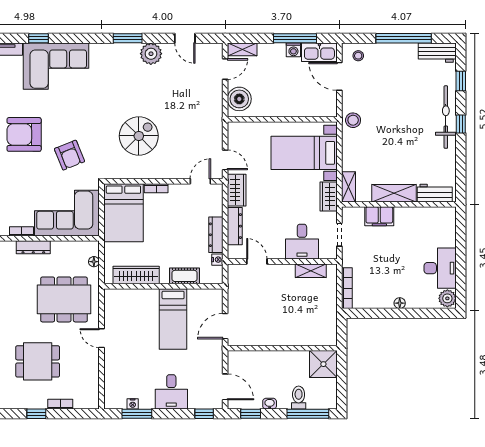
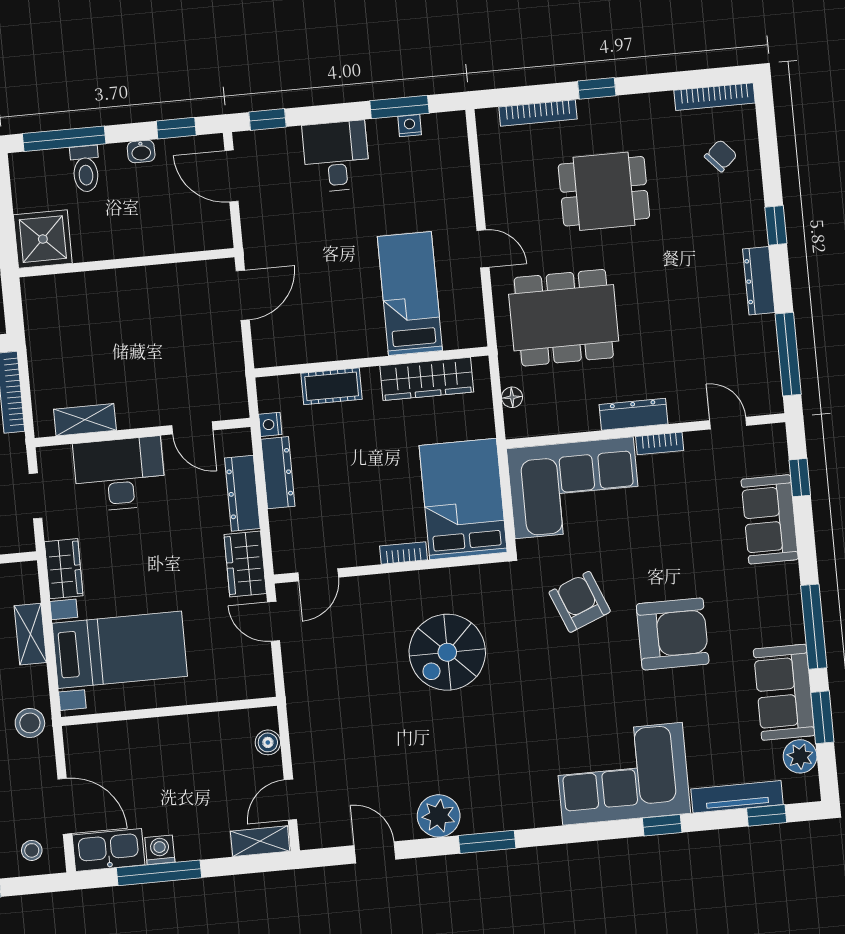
boiler: (239, 99) -> (268, 742), width x0.54, depth x0.54
shelving: (349, 187) -> (30, 634), moved
desk: (302, 242) -> (120, 474), width x1.37
bed: (173, 319) -> (410, 293), moved
bookcase: (60, 404) -> (538, 113), width x1.56

